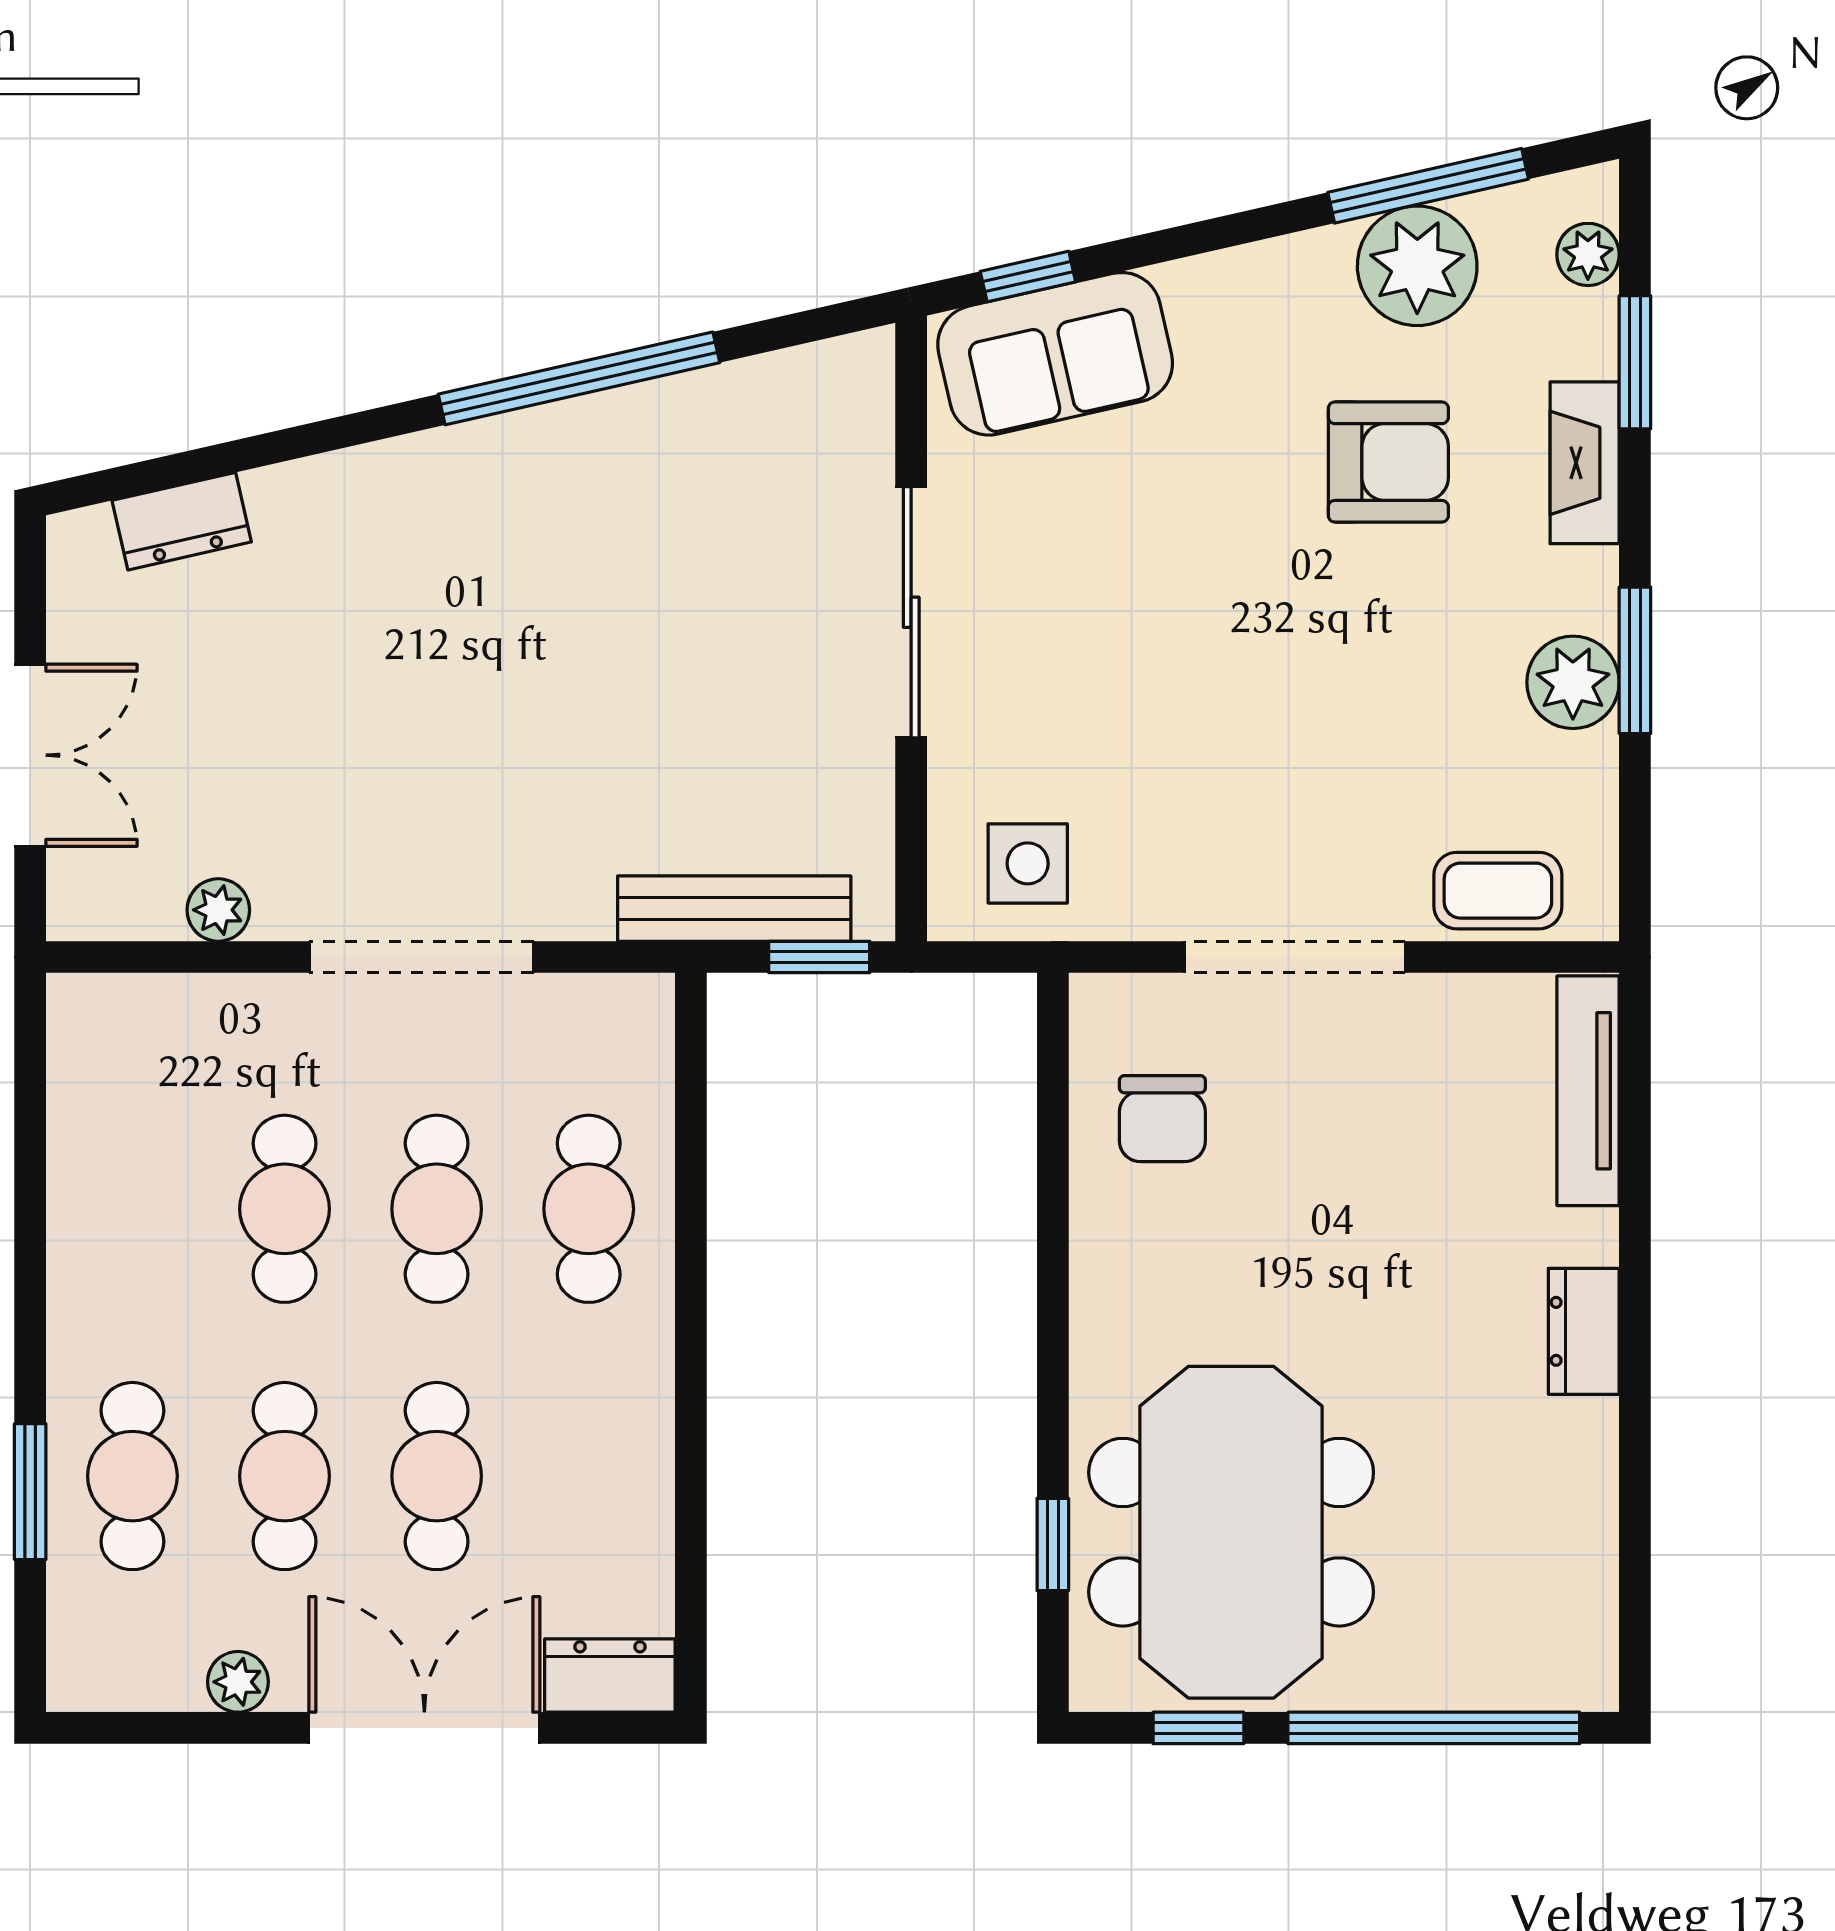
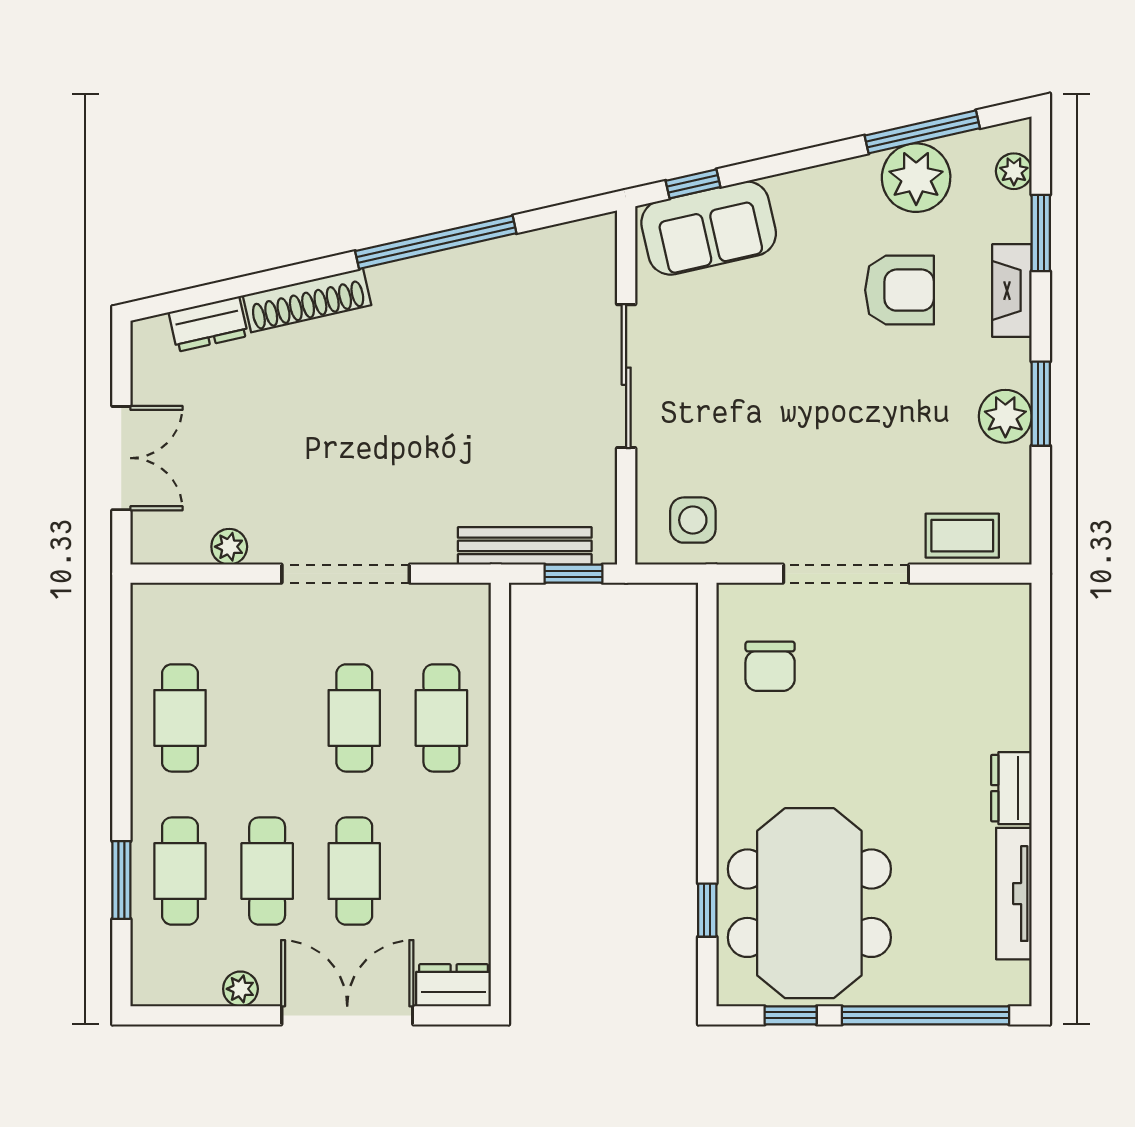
shoe rack: (354, 480) -> (307, 300), added
tv unit: (1588, 1091) -> (1014, 894), moved
cafe table: (285, 1209) -> (180, 718), moved

